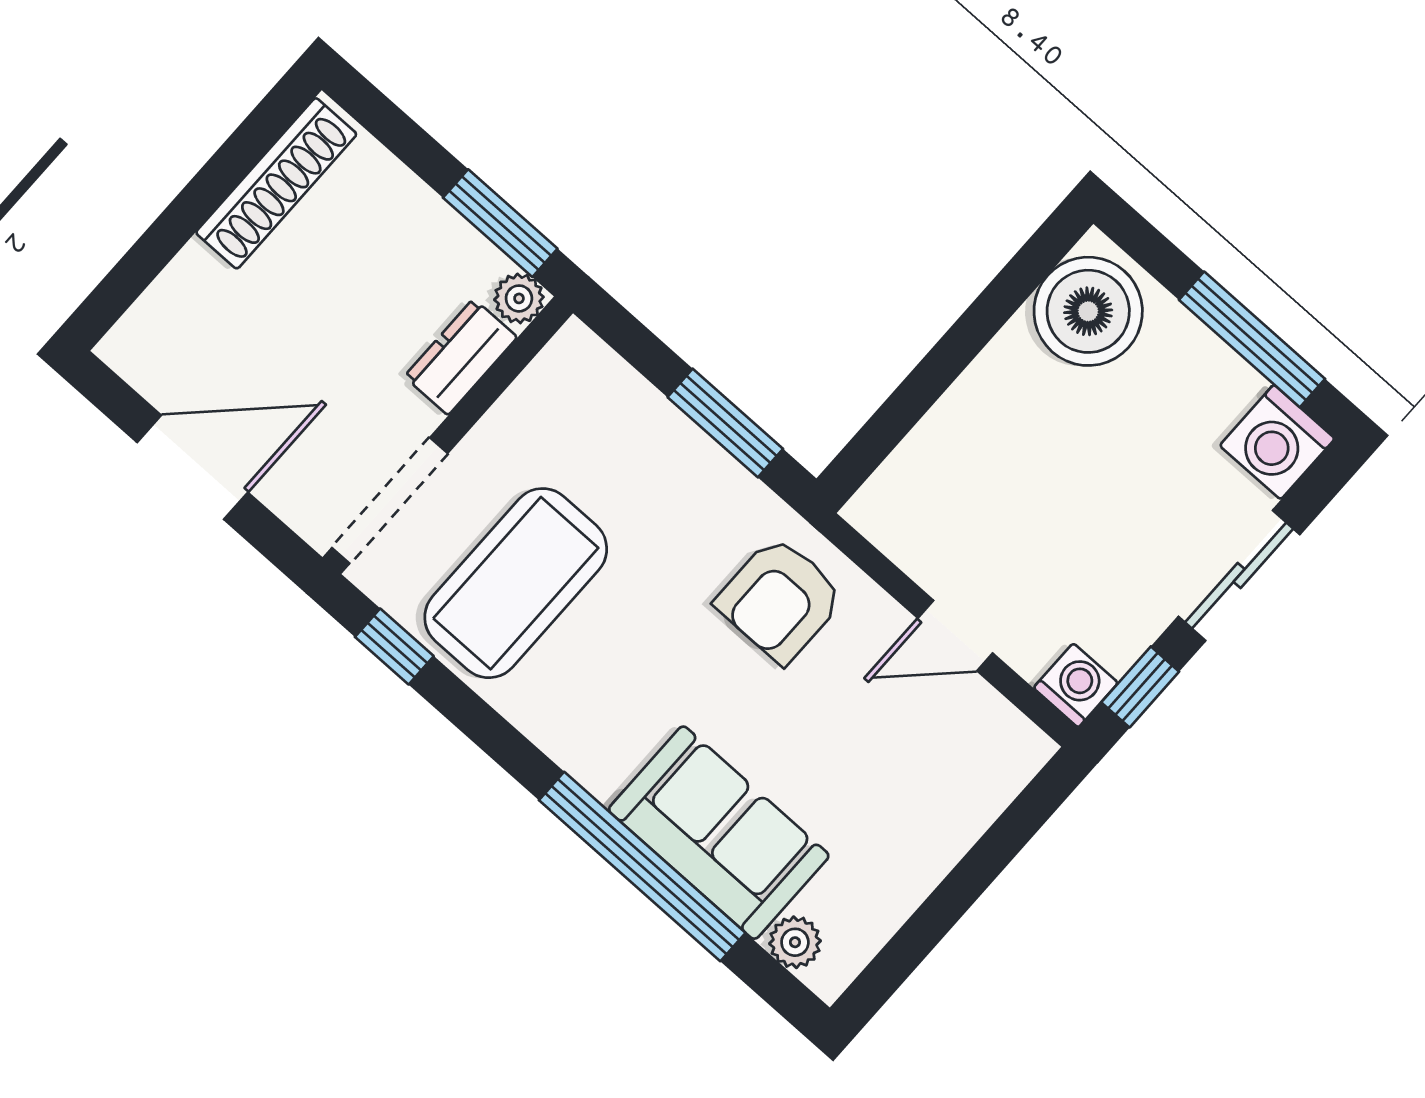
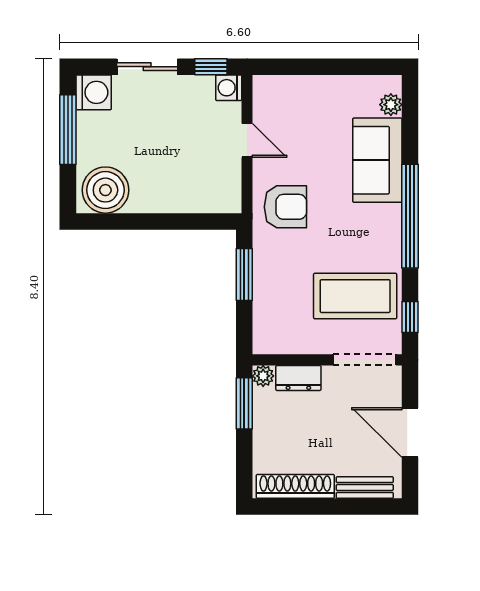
bench: (167, 303) -> (365, 487), added
window: (642, 867) -> (410, 216), moved

